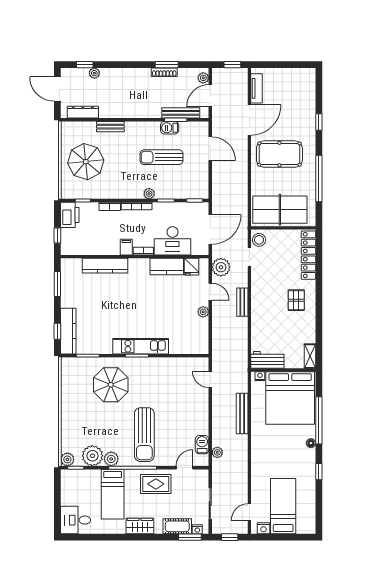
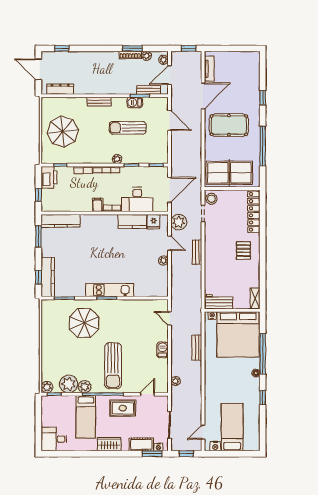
plant: (94, 73) -> (147, 56), moved
bench: (181, 113) -> (149, 90), width x0.73
bench: (110, 127) -> (99, 102), moved
kitchen counter: (105, 266) -> (61, 221), moved
bench: (242, 413) -> (197, 348), width x0.73
barbecue: (202, 445) -> (163, 350), moved

